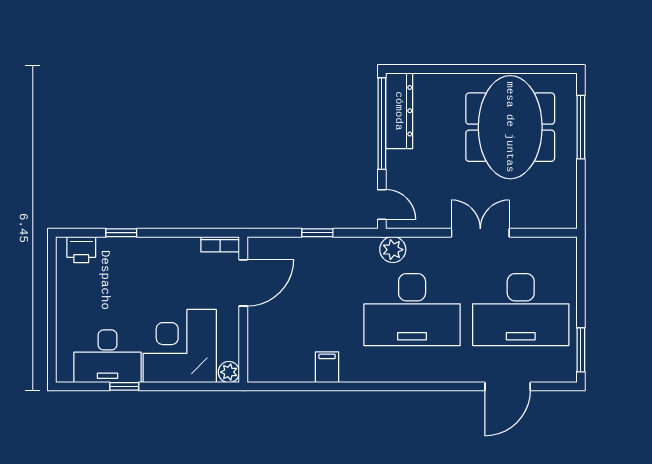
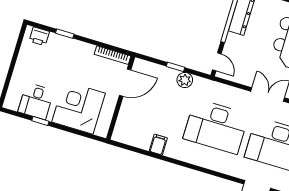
bookcase: (220, 244) -> (113, 55), width x1.56
plant: (393, 250) -> (185, 80), moved
desk: (107, 356) -> (36, 101), width x0.73
plant: (229, 372) -> (102, 131), removed

